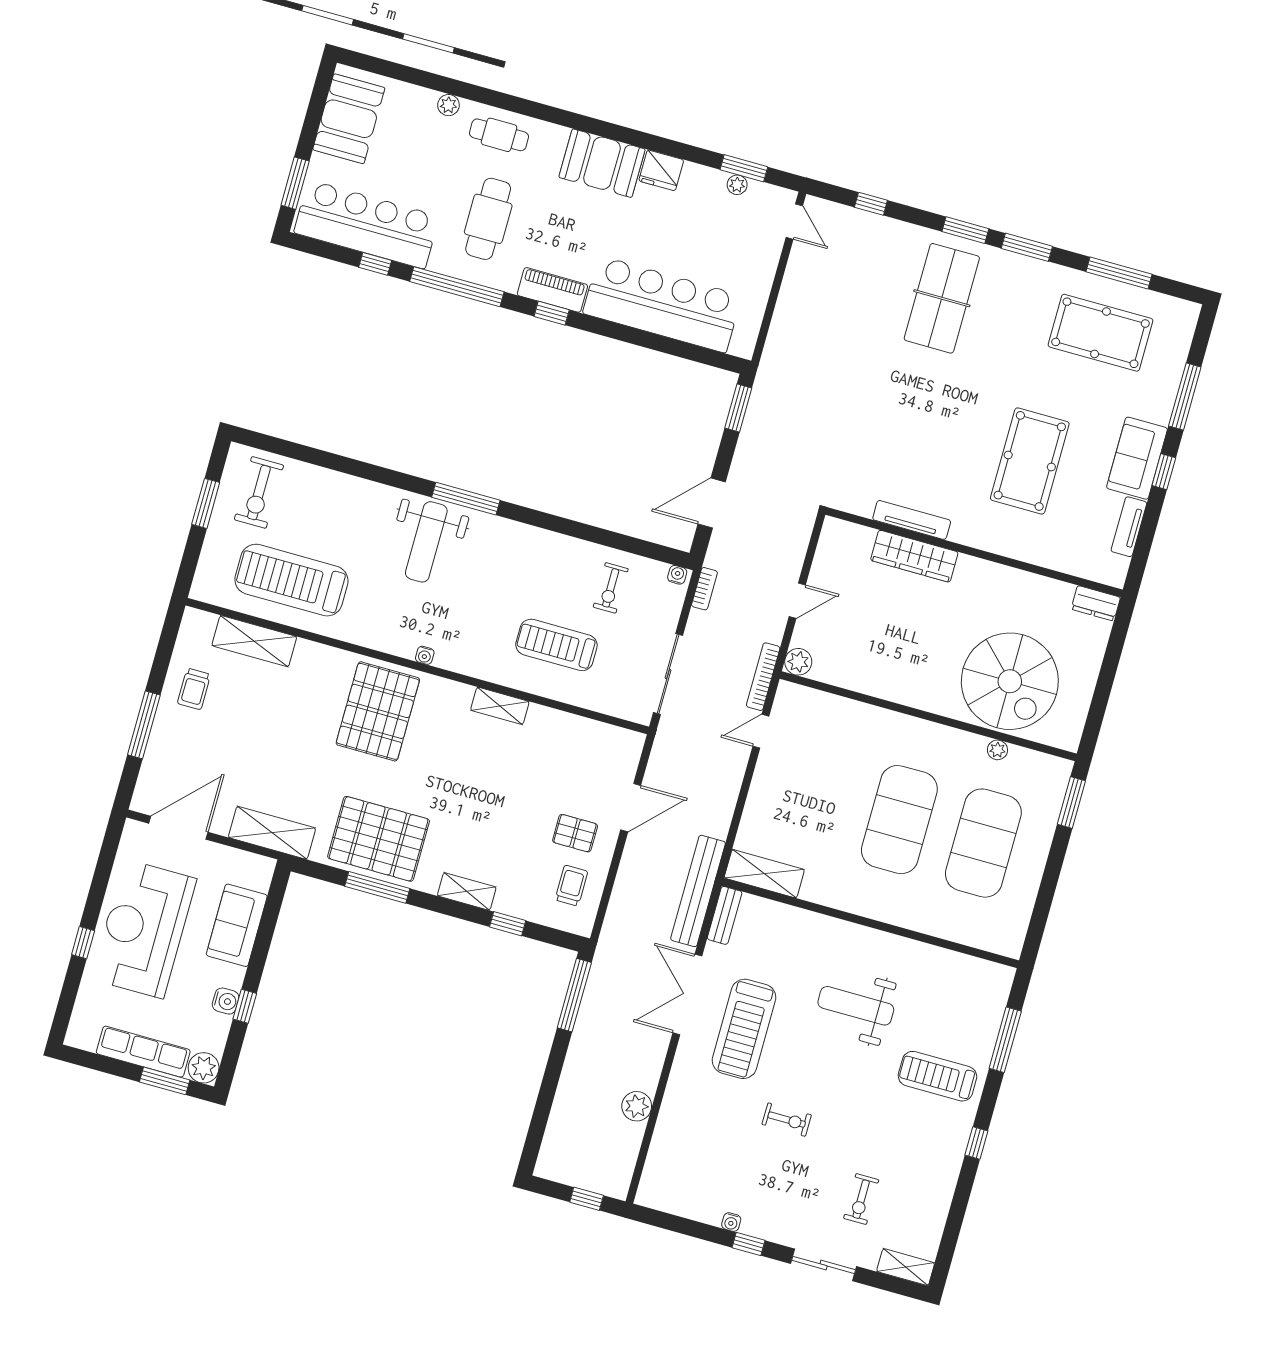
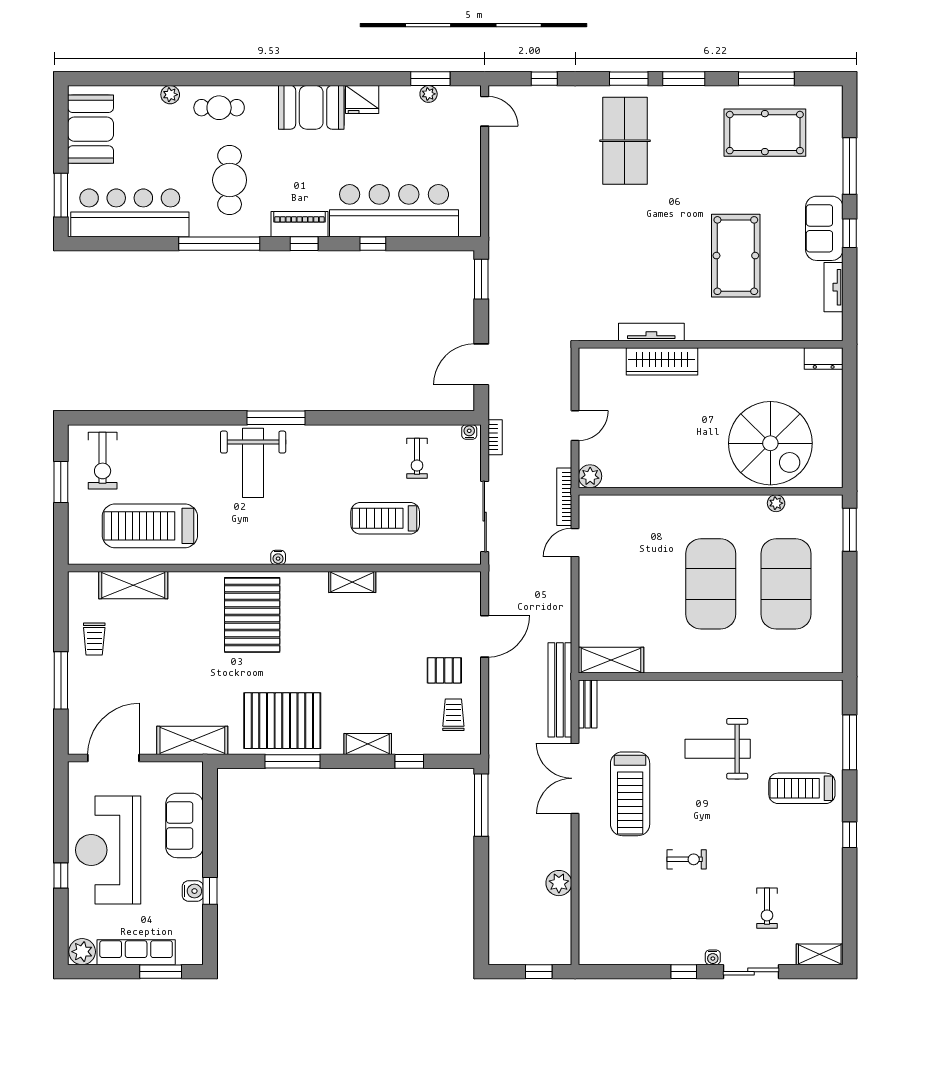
window: (375, 264) -> (373, 244), moved
plant: (204, 1068) -> (82, 952), moved
water cooler: (731, 1222) -> (713, 957), moved

